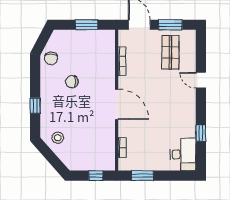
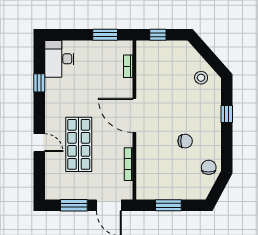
shop shelf: (170, 52) -> (79, 144), moved, width x1.43, depth x1.36

